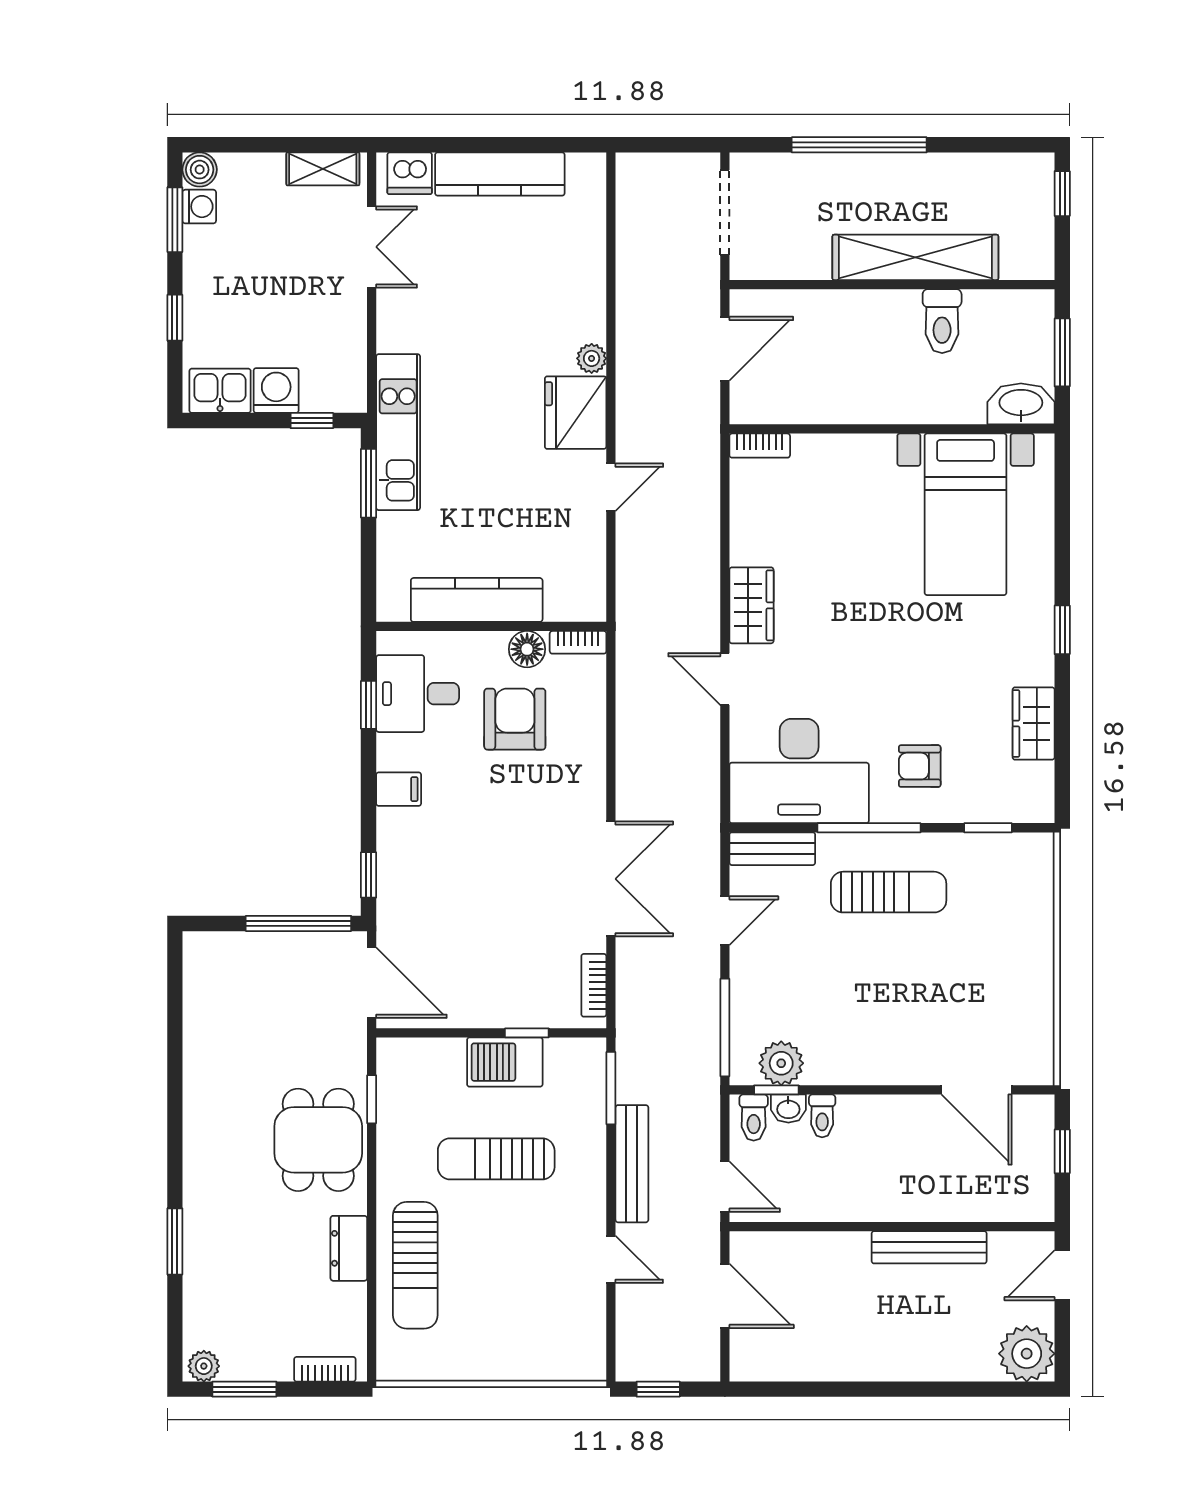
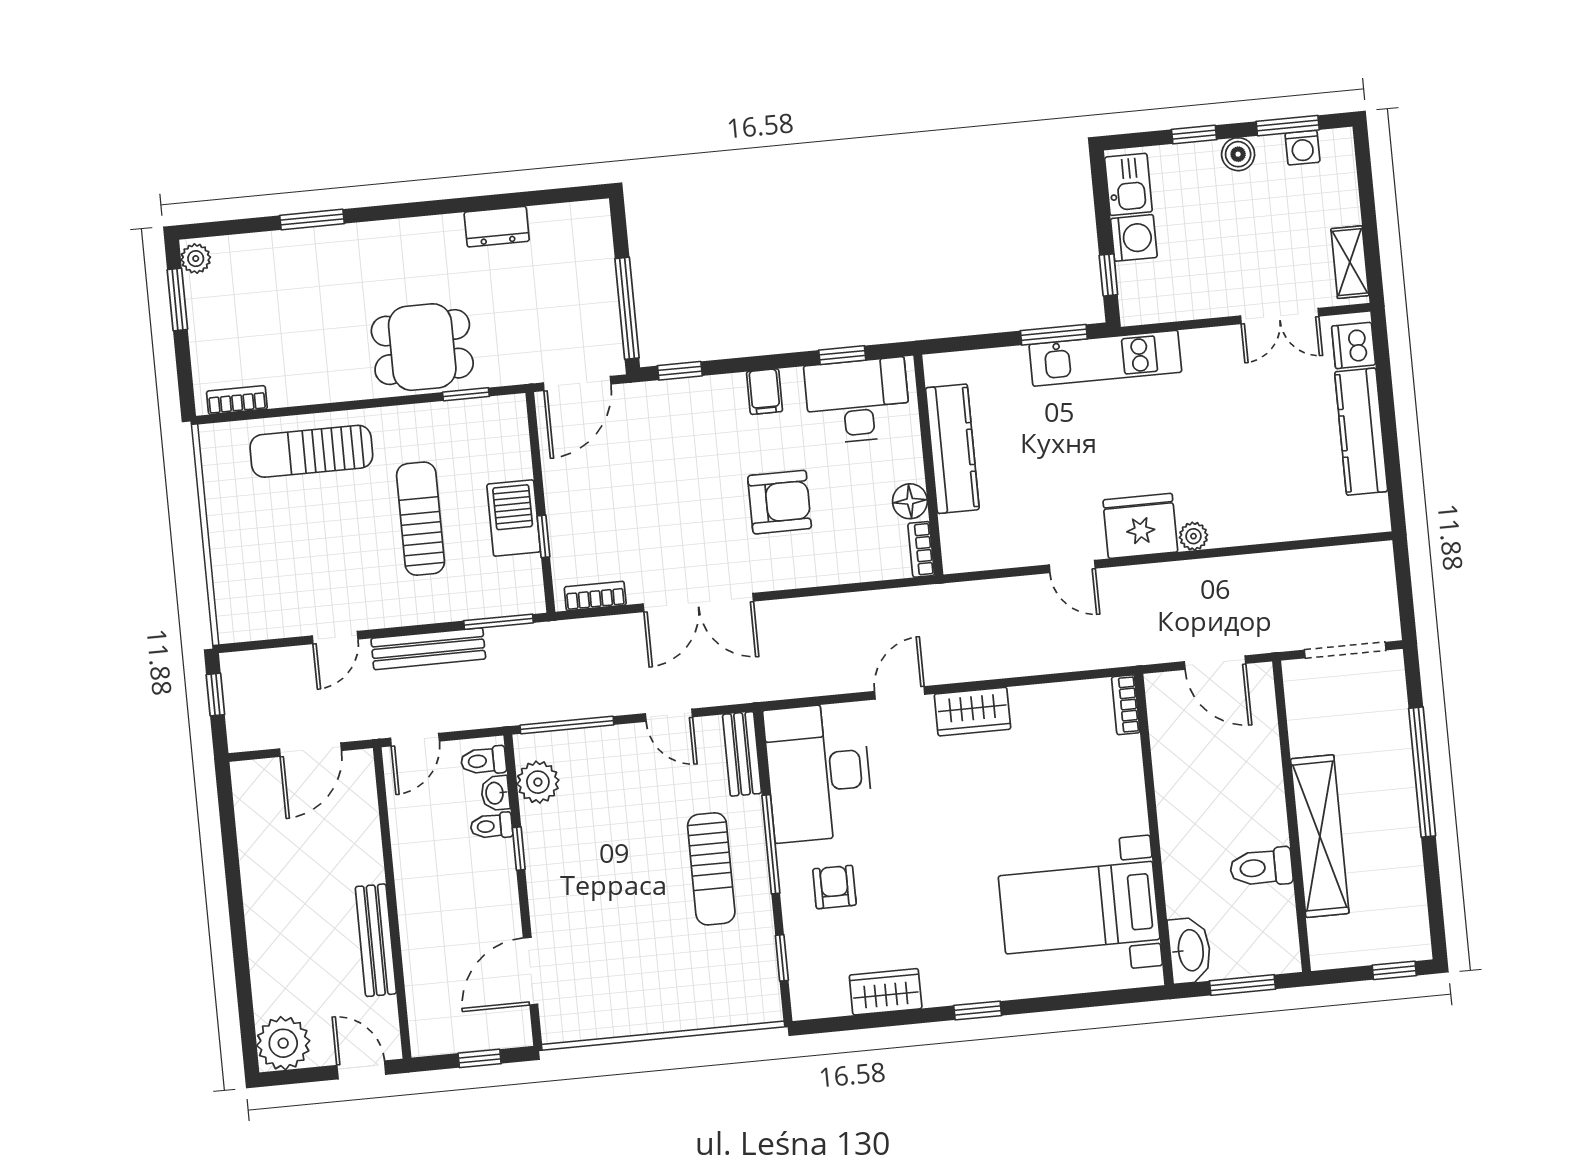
boiler: (200, 170) -> (1238, 154), moved
desk: (418, 694) -> (857, 401), width x1.37
armchair: (515, 719) -> (780, 502), moved
window: (776, 1090) -> (519, 849), moved
dresser: (349, 1248) -> (497, 227), moved, turned 180
bookcase: (325, 1369) -> (237, 400), moved, turned -90

